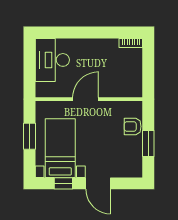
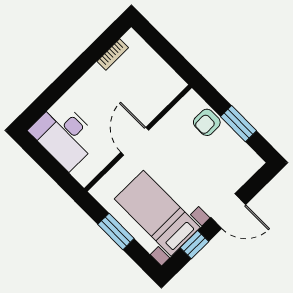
bookcase: (131, 43) -> (113, 54), moved

